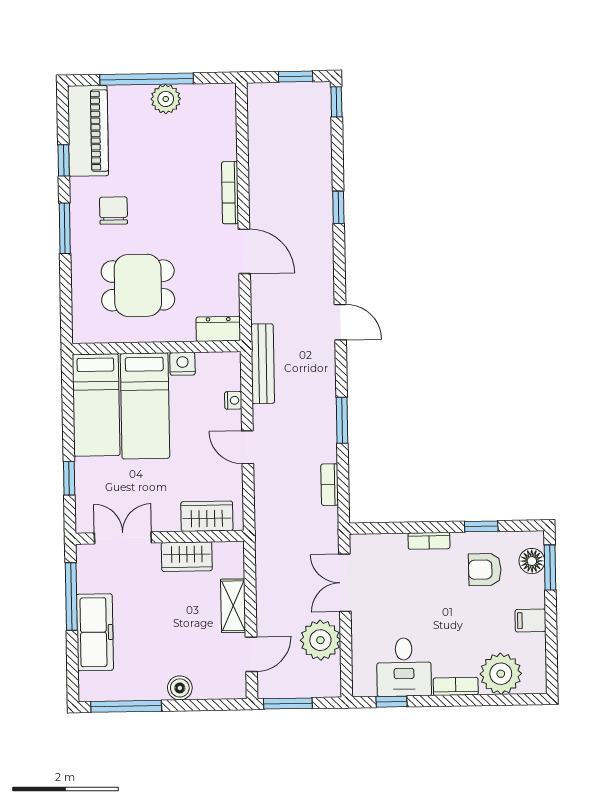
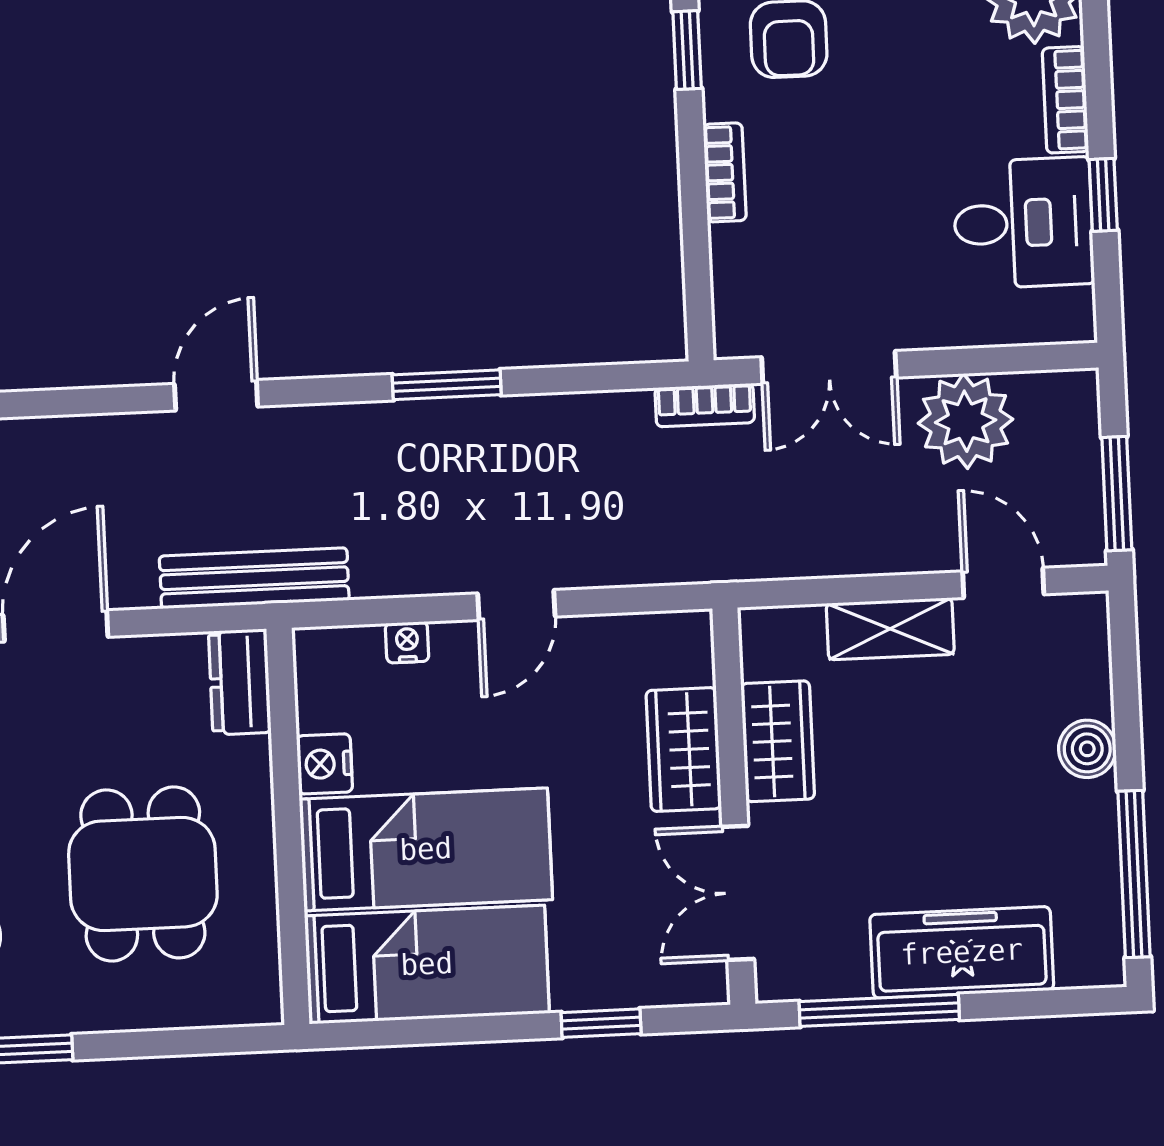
bench: (263, 364) -> (254, 578), moved
bookcase: (330, 485) -> (705, 405), moved
wardrobe: (207, 516) -> (684, 750), moved
window: (391, 702) -> (1103, 195), moved

